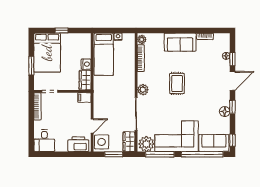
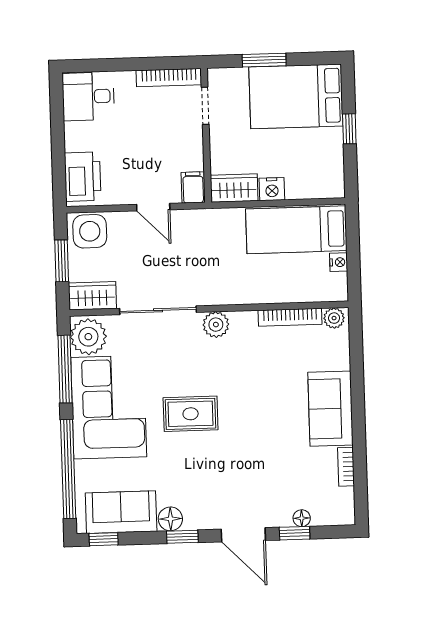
rug: (177, 84) -> (191, 414), moved
door: (92, 126) -> (153, 207), moved
sofa: (214, 143) -> (121, 512), moved, turned -90

